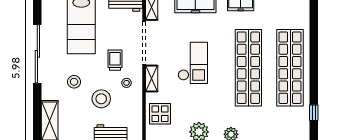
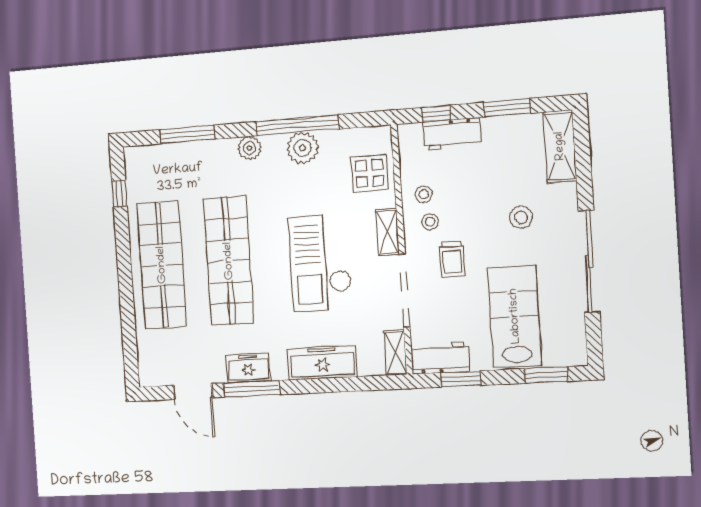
checkout: (193, 63) -> (320, 263), width x1.36, depth x1.21
stool: (101, 99) -> (424, 194), moved, width x0.53, depth x0.53

